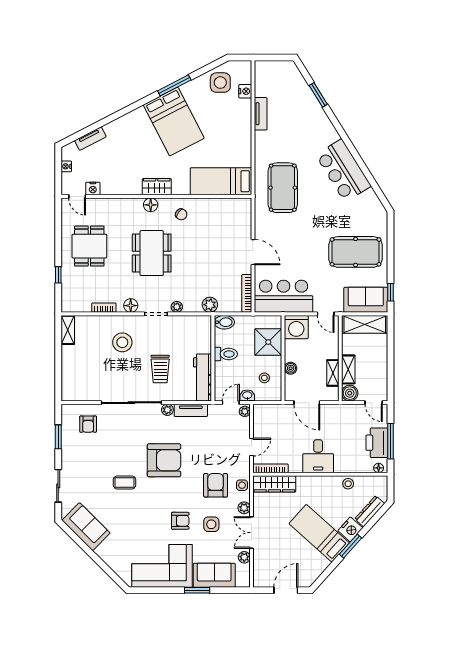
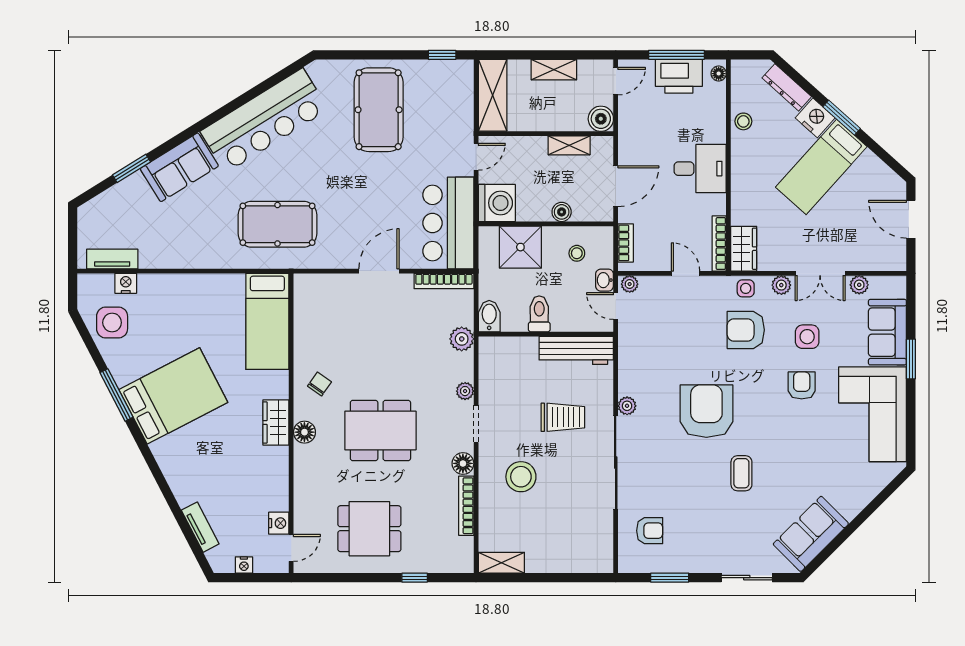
tv unit: (261, 114) -> (112, 259), moved
bar counter: (343, 170) -> (264, 120), width x1.36
sofa: (366, 300) -> (179, 167), moved, turned -122
bookcase: (104, 308) -> (466, 506), width x1.56
shelving: (348, 369) -> (554, 70), moved
bookcase: (271, 409) -> (626, 243), added
tv unit: (191, 410) -> (628, 369), removed
wardrobe: (274, 484) -> (744, 249), width x0.67

